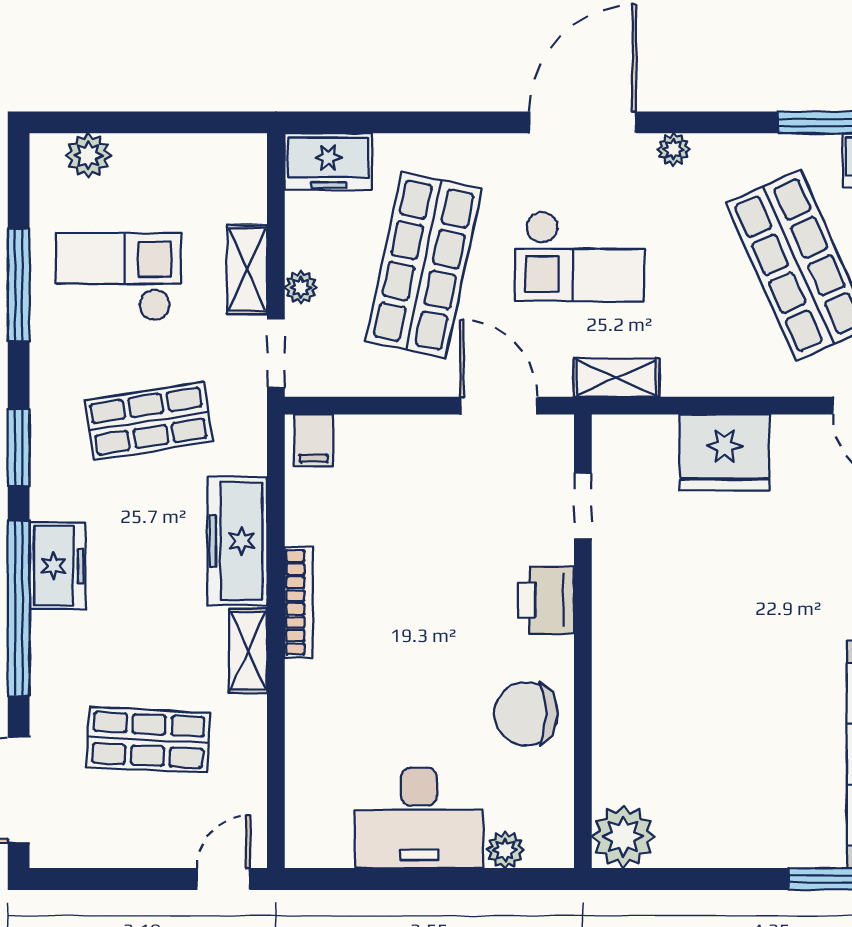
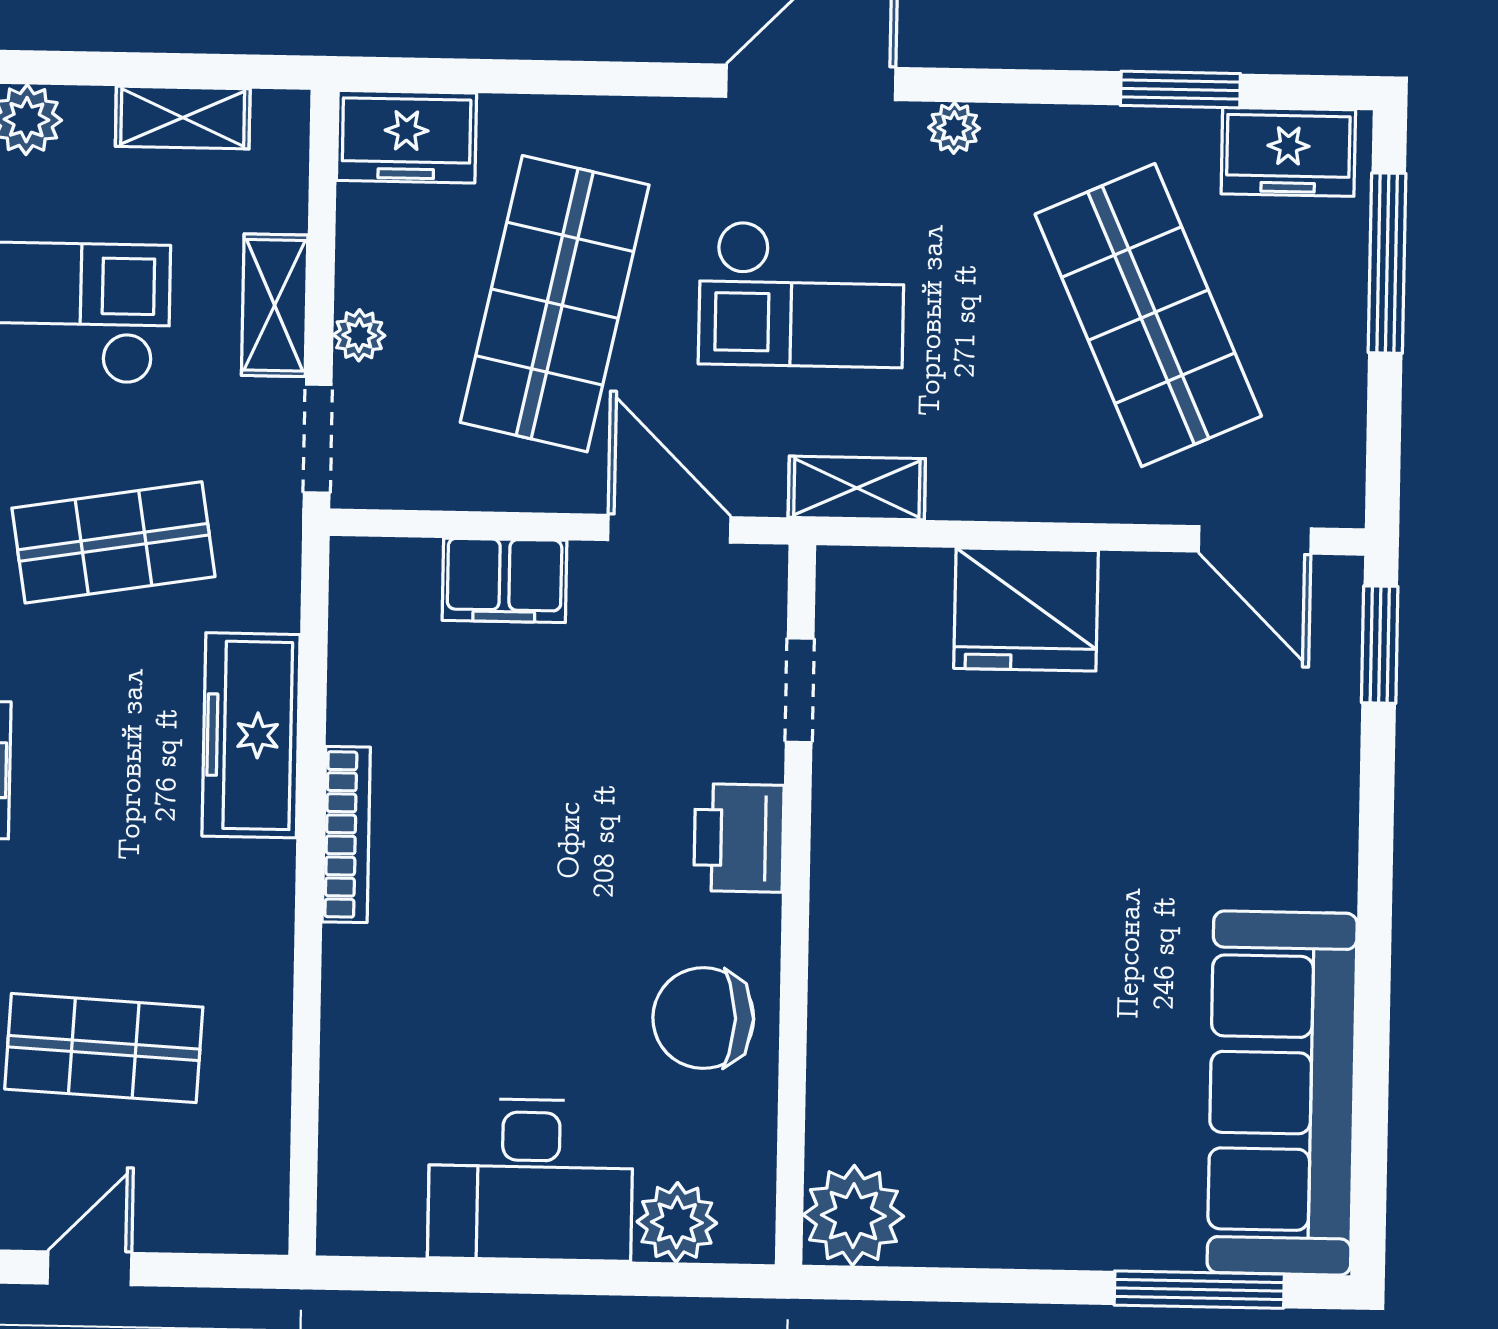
filing cabinet: (314, 440) -> (504, 580), moved, width x2.00
shelving: (248, 651) -> (183, 118), moved, turned 90
plant: (505, 850) -> (677, 1222), width x1.38, depth x1.38
door: (223, 879) -> (90, 1268), moved

